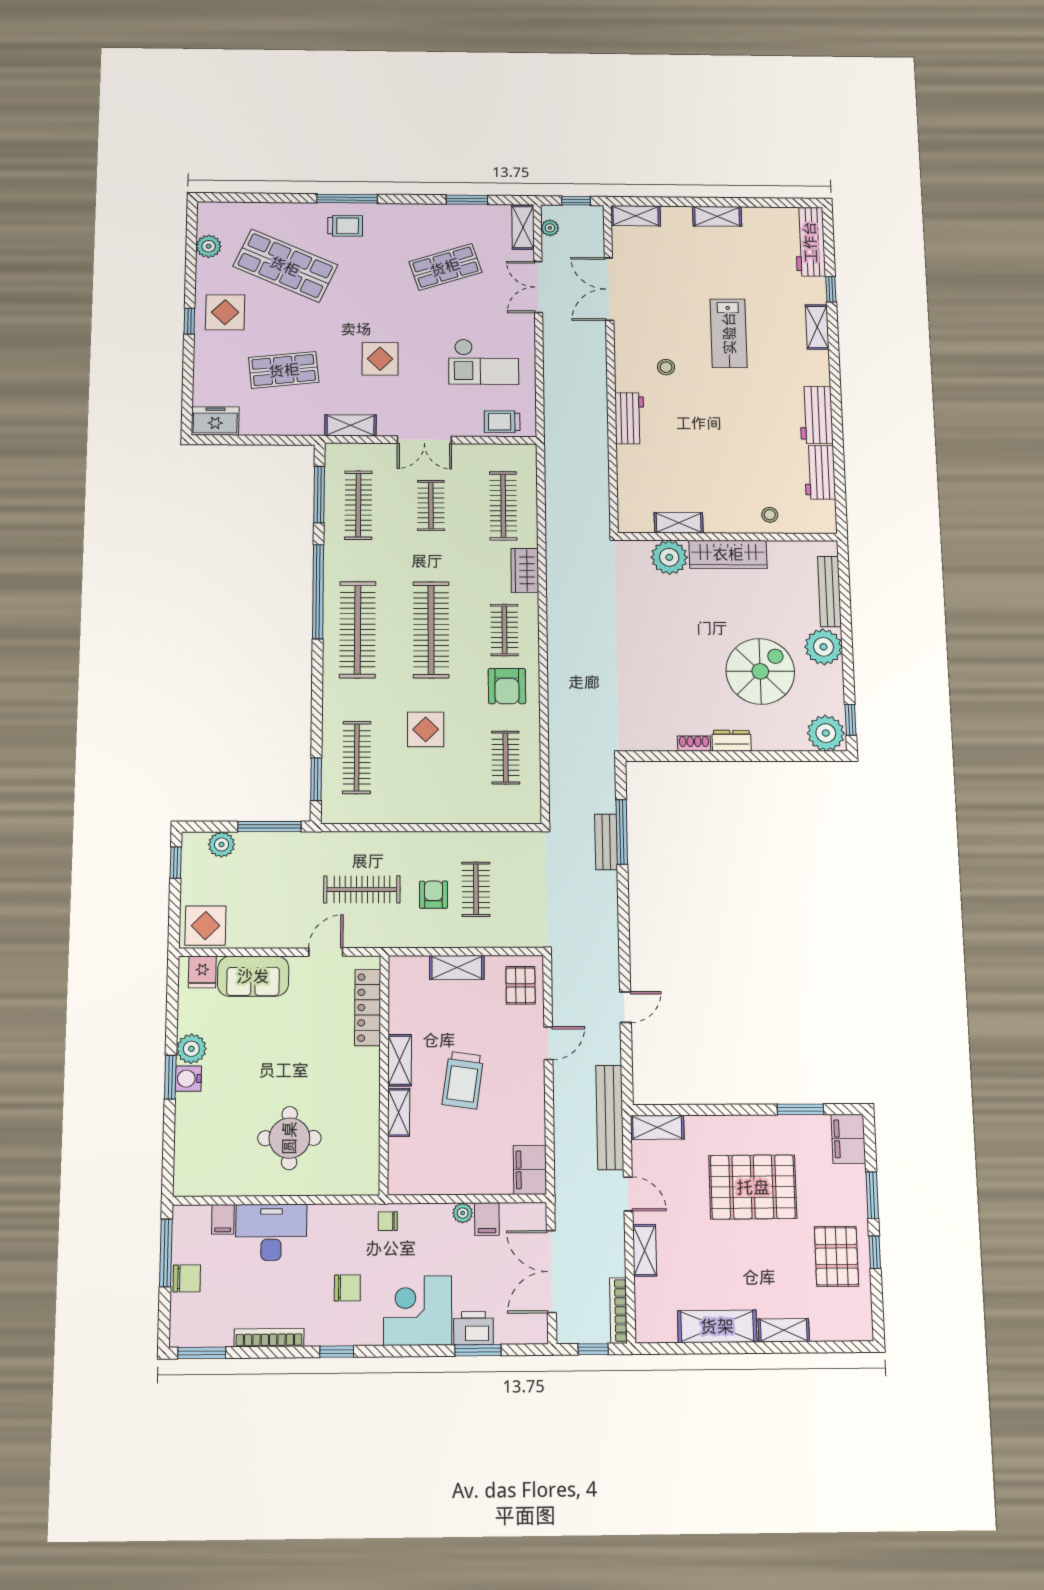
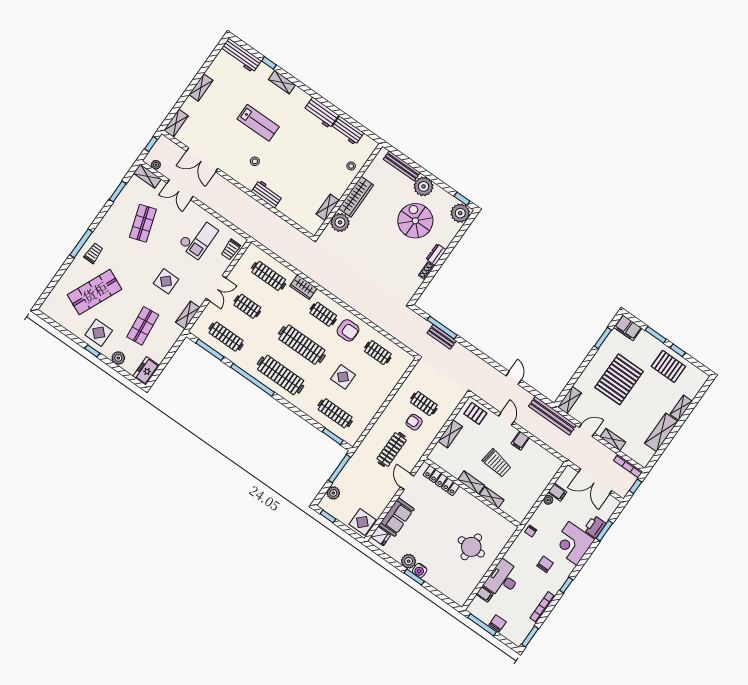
plant: (209, 246) -> (118, 358), moved
filing cabinet: (530, 1170) -> (520, 441), moved, width x0.50

